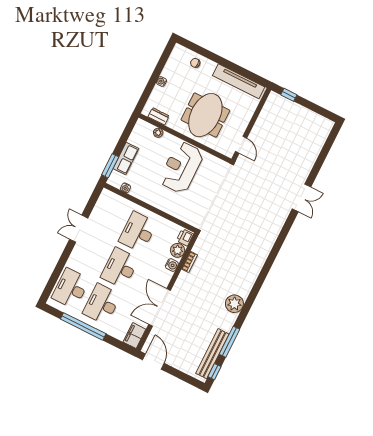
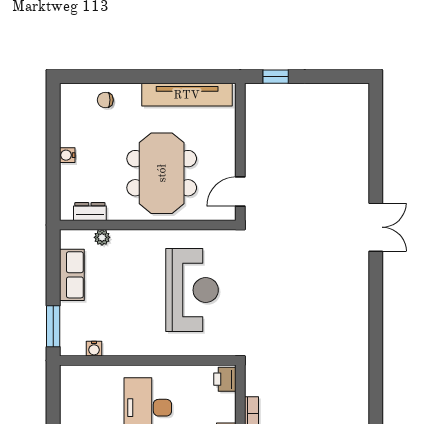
door: (241, 145) -> (240, 192), swing flipped
row of seats: (126, 159) -> (72, 275), moved
reception desk: (181, 167) -> (192, 290), moved, turned 180
plant: (178, 250) -> (224, 405), removed

